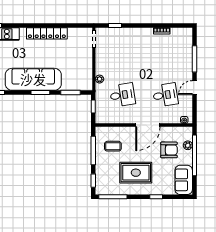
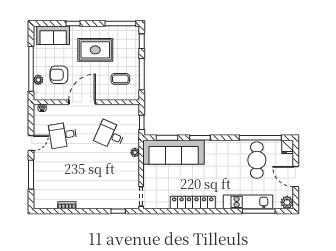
sofa: (33, 79) -> (174, 152), moved
desk: (122, 95) -> (110, 135), turned 33
sofa: (184, 180) -> (53, 35), moved, turned 90

